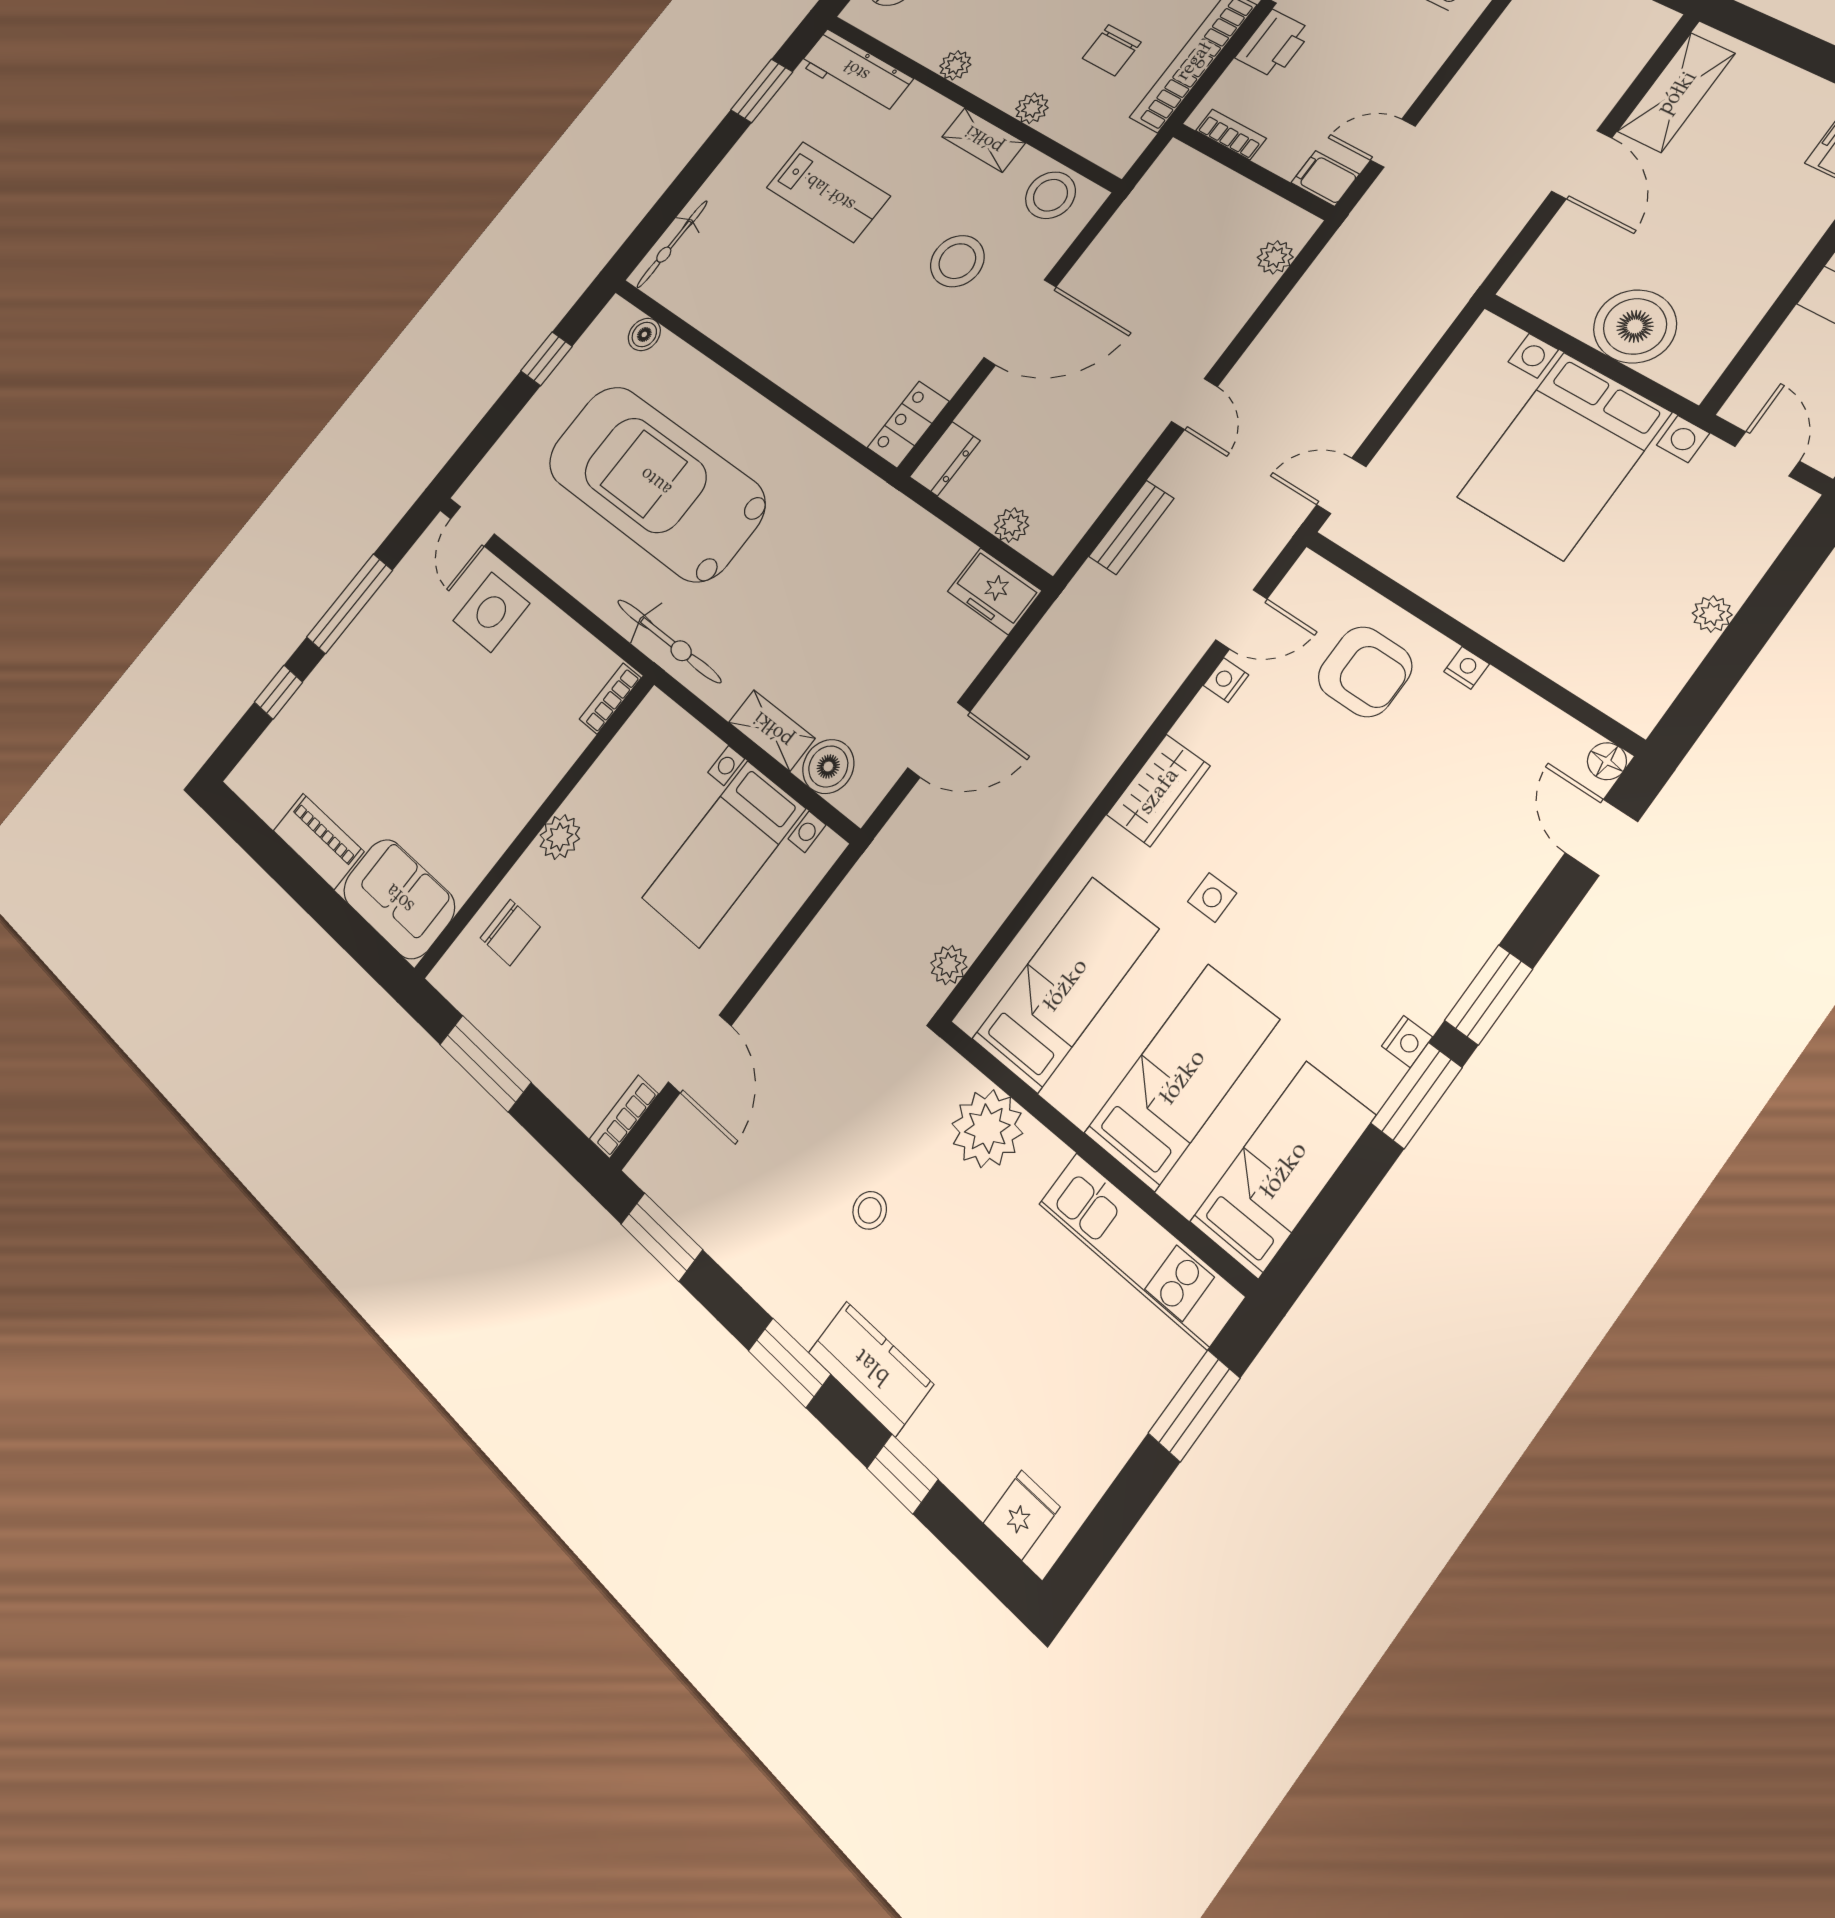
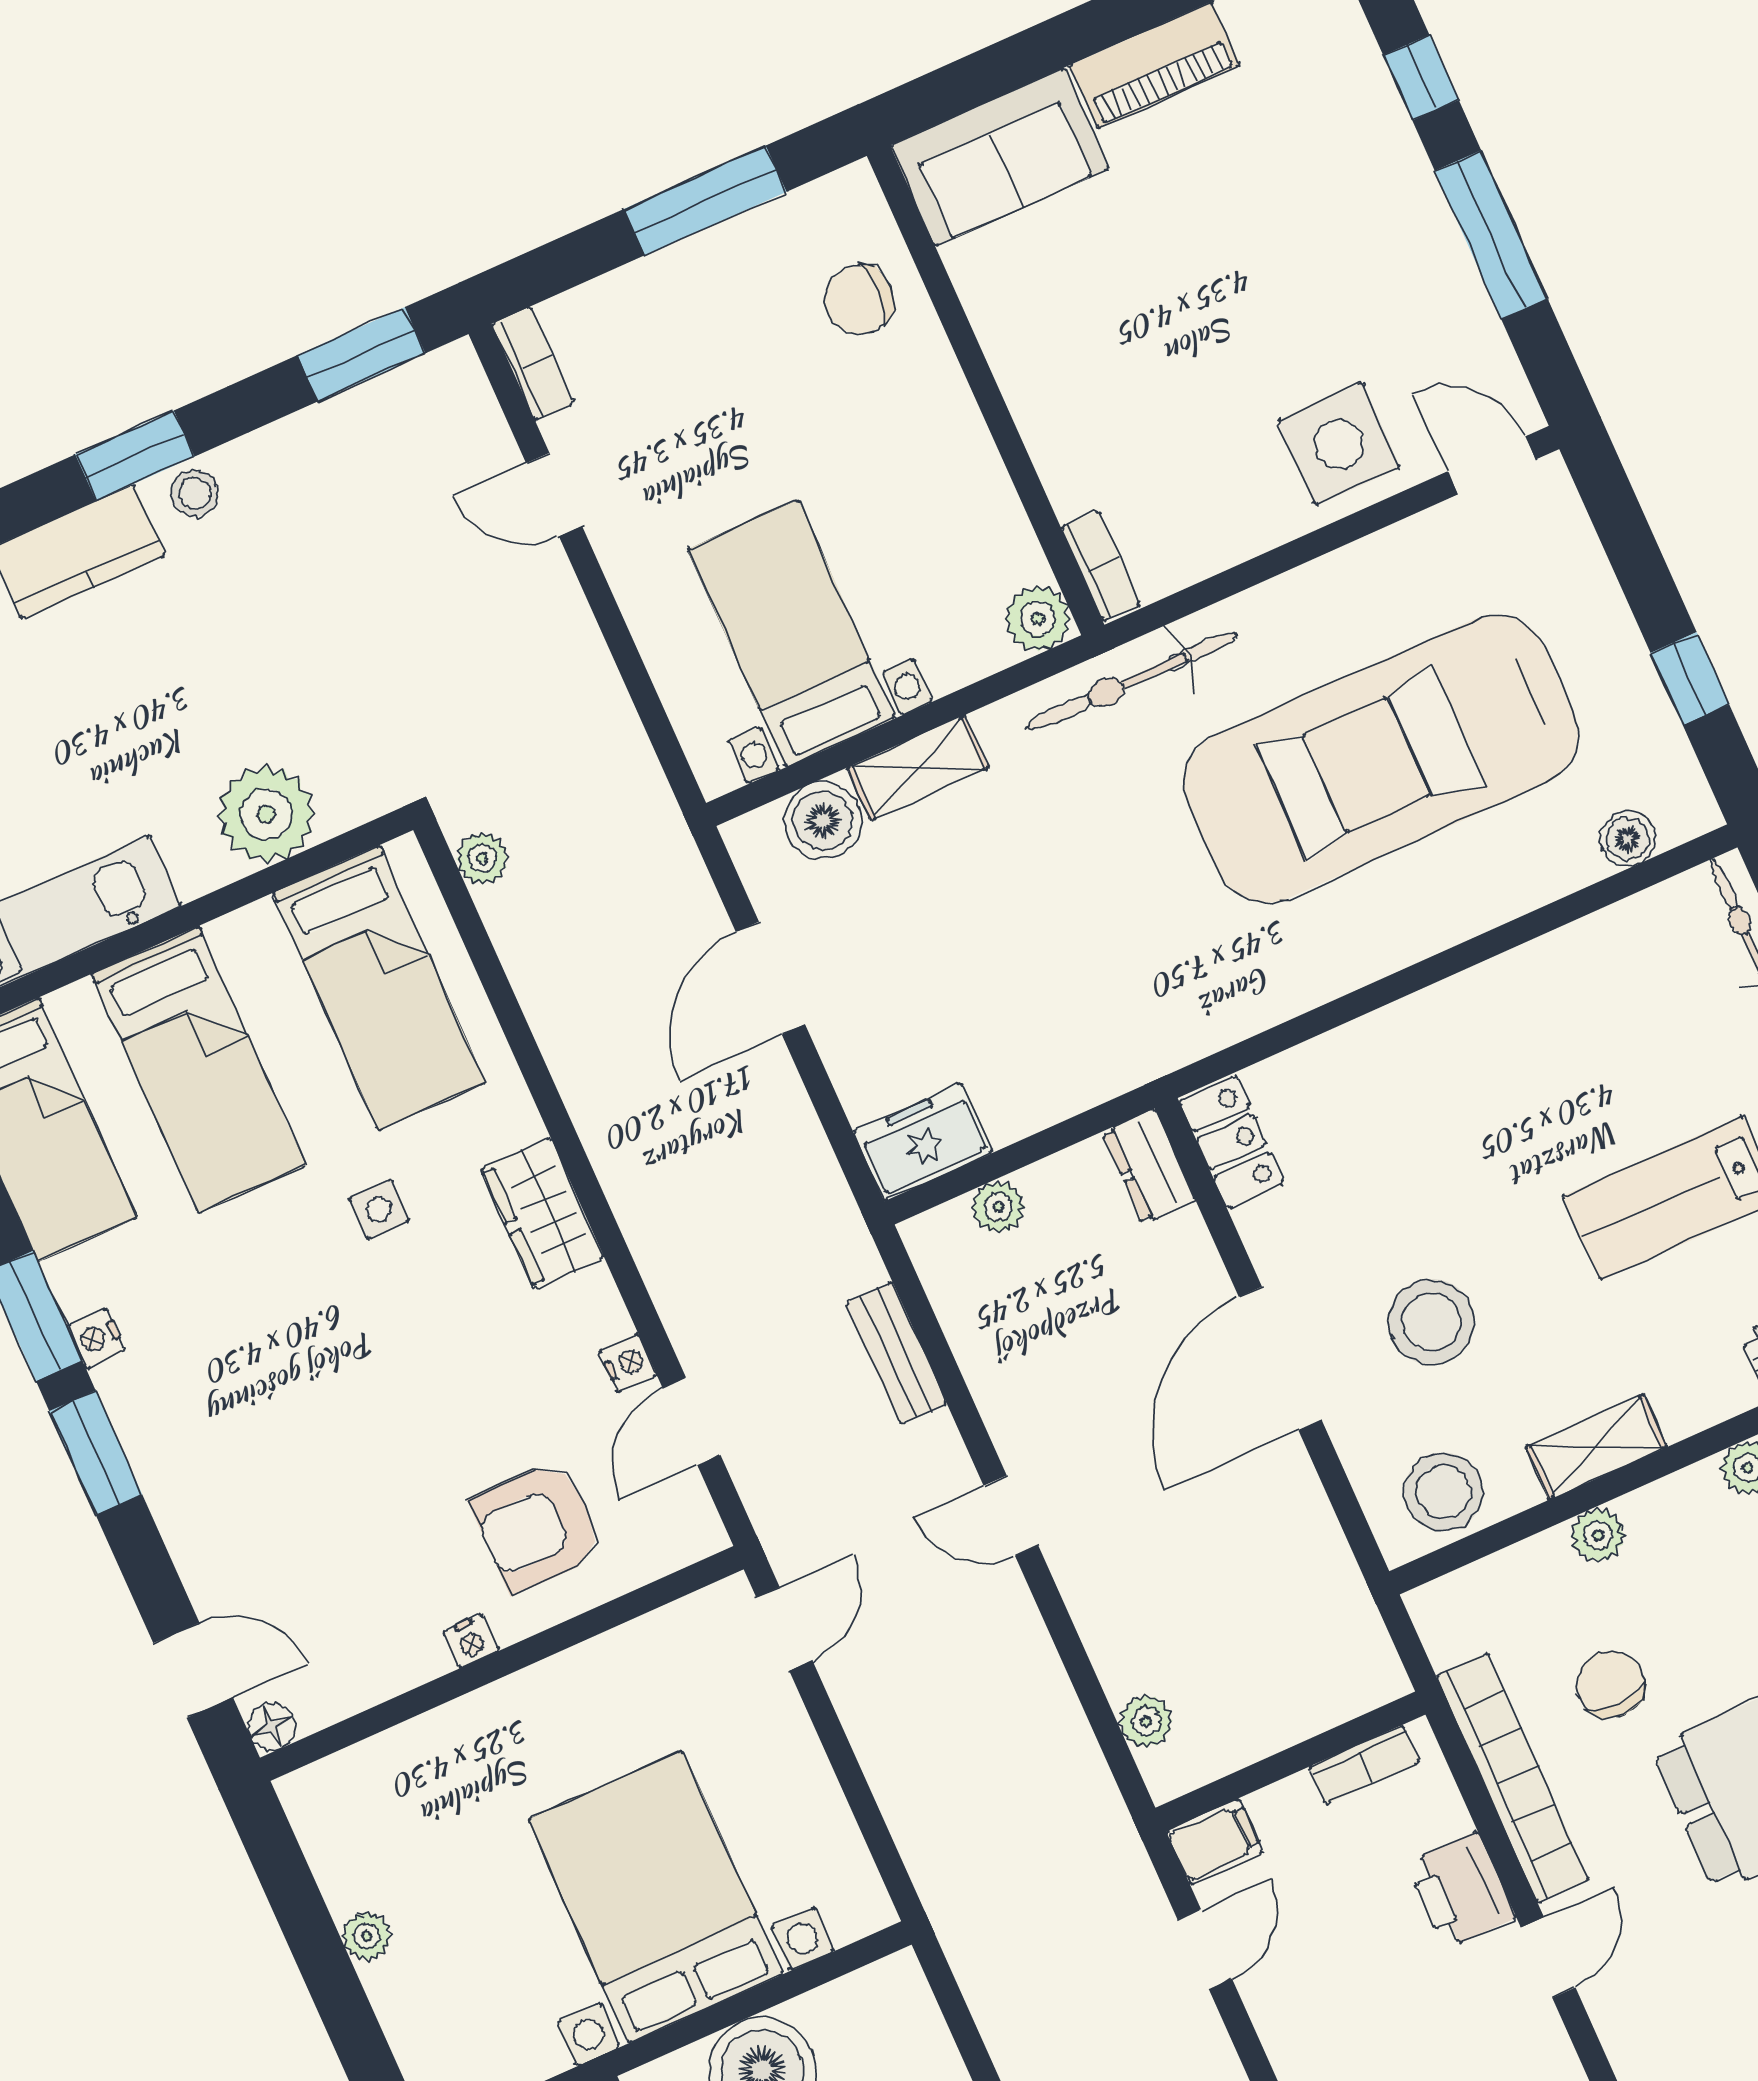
car: (655, 482) -> (1381, 759), turned 180
plant: (560, 837) -> (1038, 618), moved
door: (700, 1054) -> (554, 495), width x0.73
stool: (870, 1210) -> (195, 493), moved

